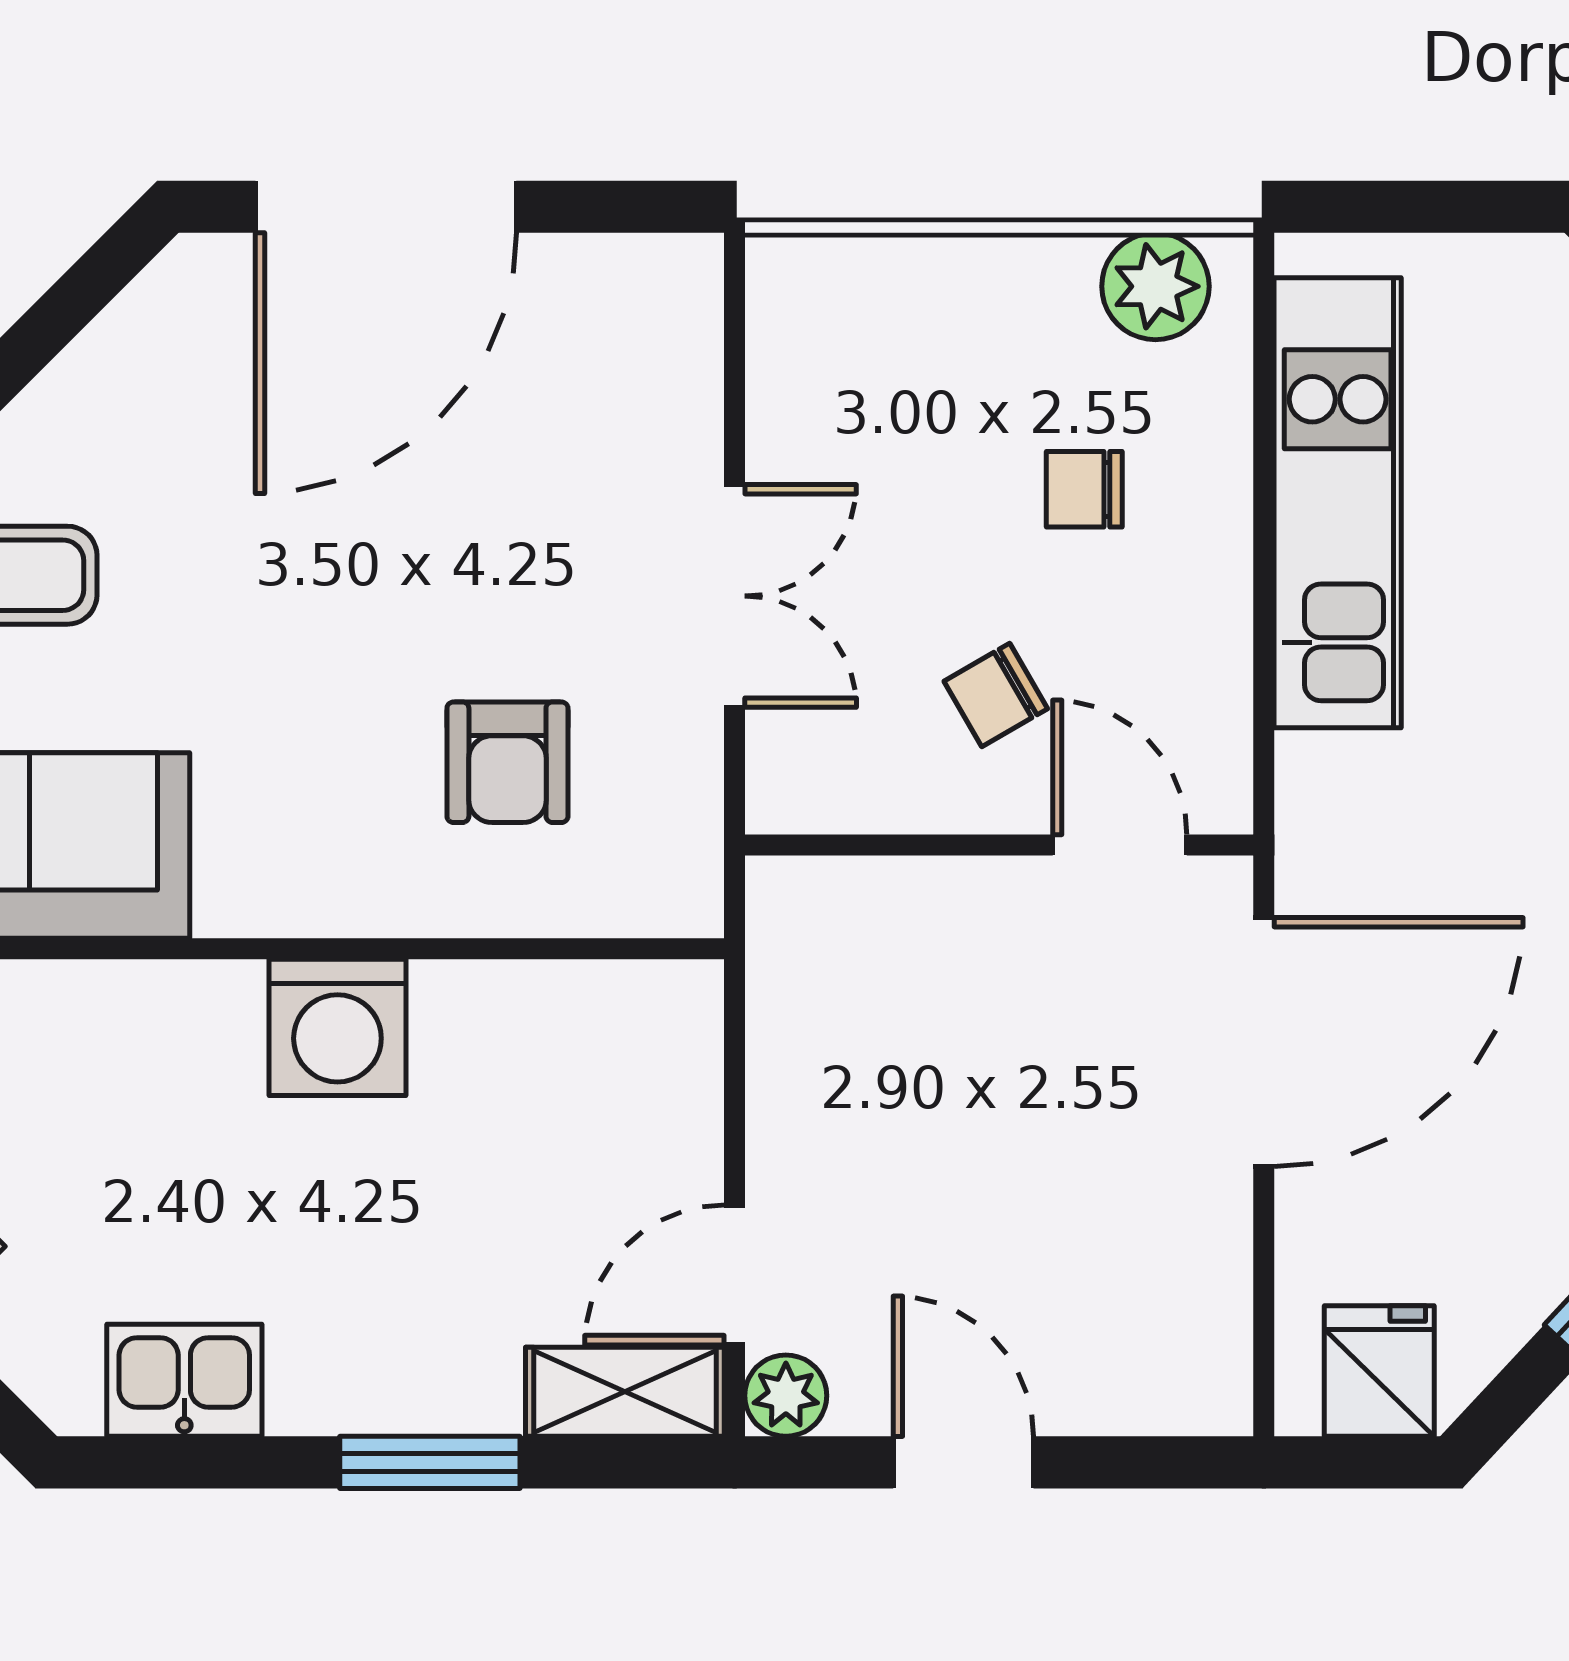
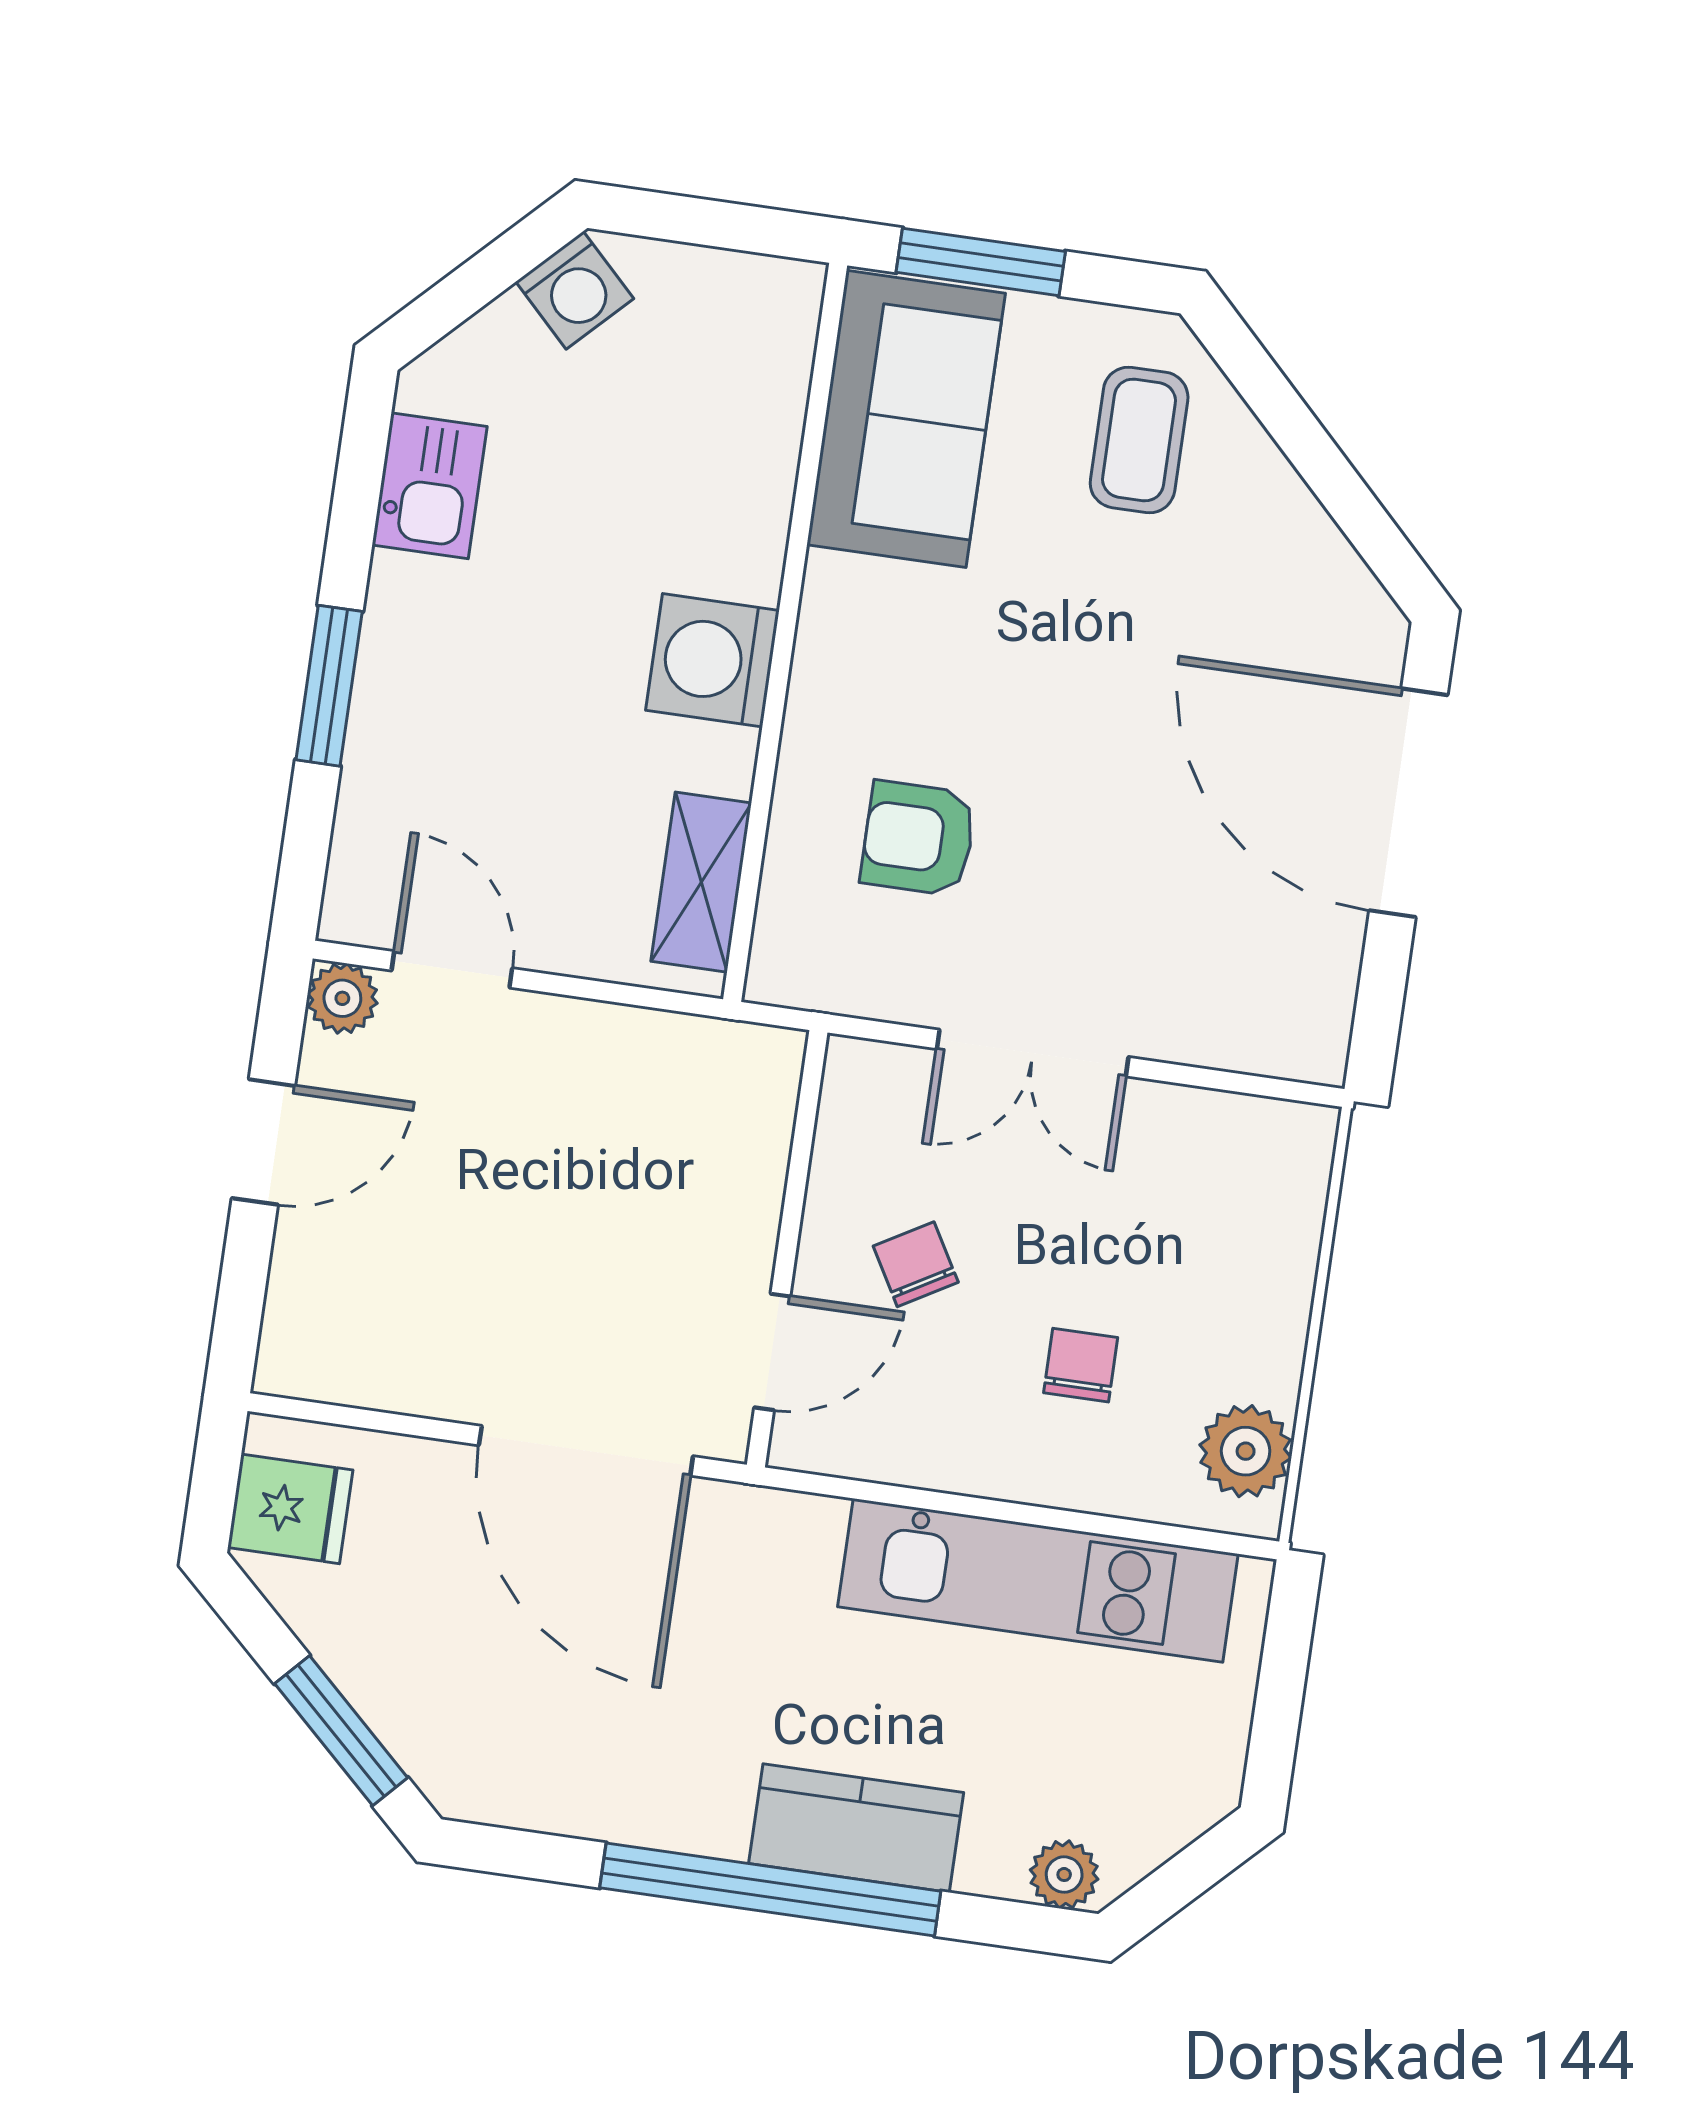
shelving: (625, 1392) -> (701, 882), moved

